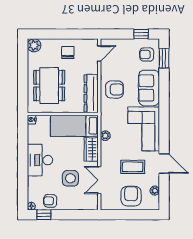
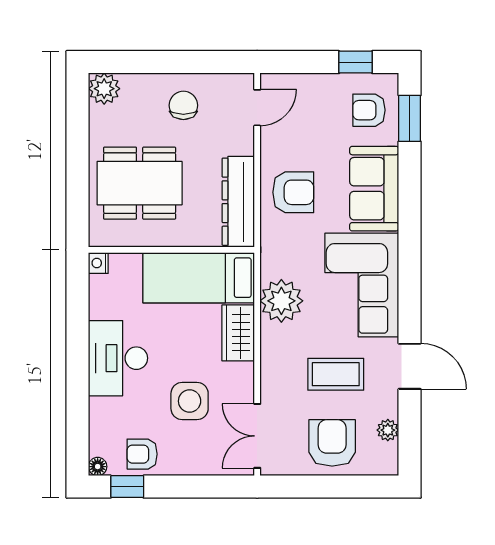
dining table: (49, 86) -> (140, 183), turned 90
plant: (105, 136) -> (281, 301), width x1.88, depth x1.88
double door: (99, 180) -> (257, 436), moved

